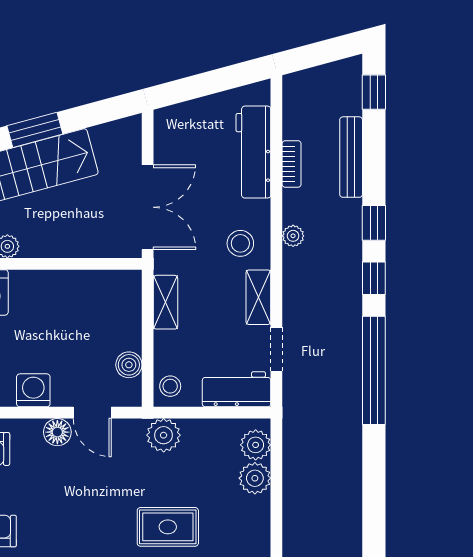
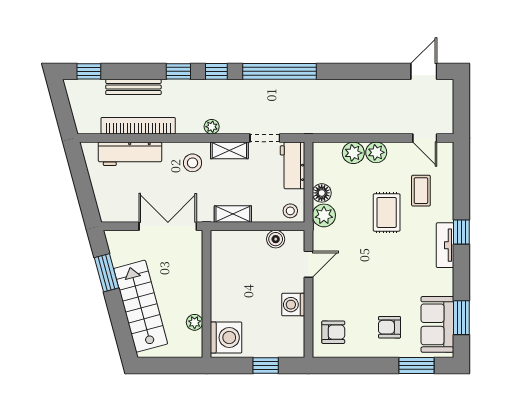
window: (35, 130) -> (106, 273), moved
bookcase: (292, 164) -> (138, 126), width x2.31, depth x1.31
plant: (293, 236) -> (212, 127), moved
floor lamp: (57, 432) -> (322, 193), moved
plant: (256, 445) -> (376, 152), moved

